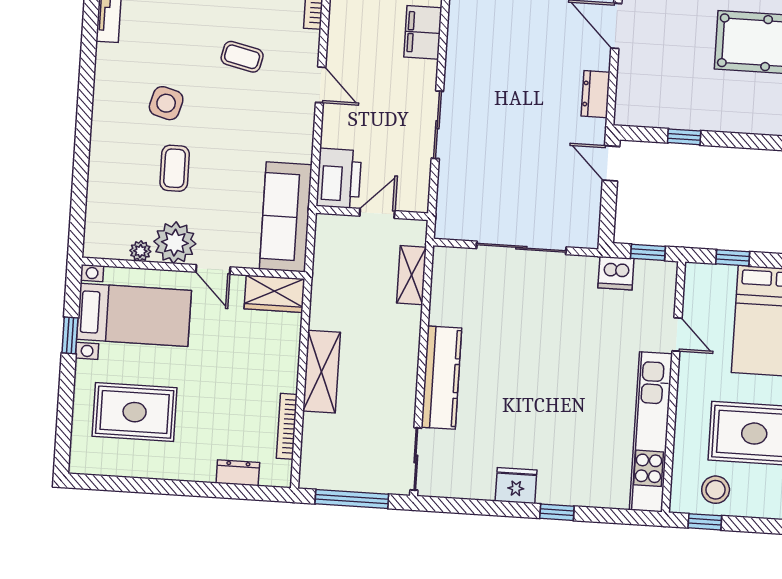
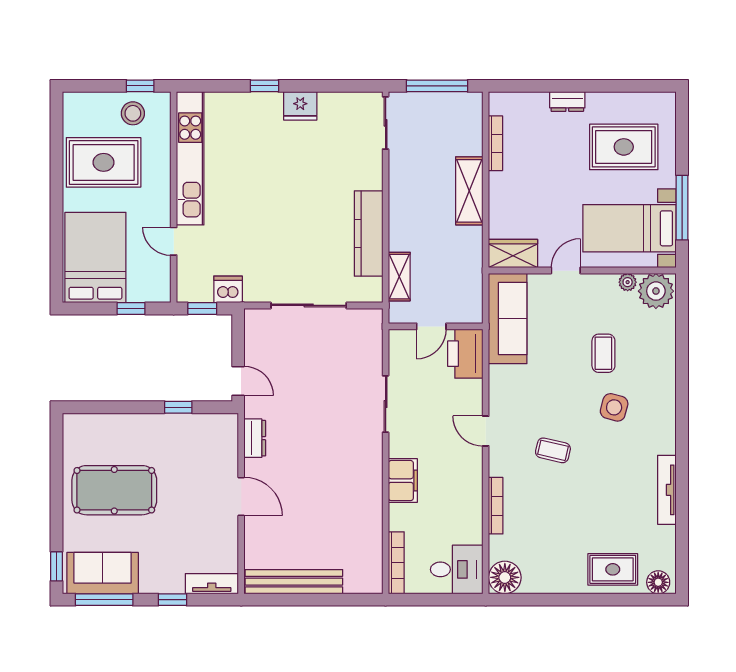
plant: (175, 243) -> (656, 291), moved
door: (213, 270) -> (566, 271), hinge flipped
window: (70, 335) -> (682, 208), width x2.17
kitchen counter: (441, 378) -> (369, 234), moved
dresser: (238, 473) -> (567, 102), moved

